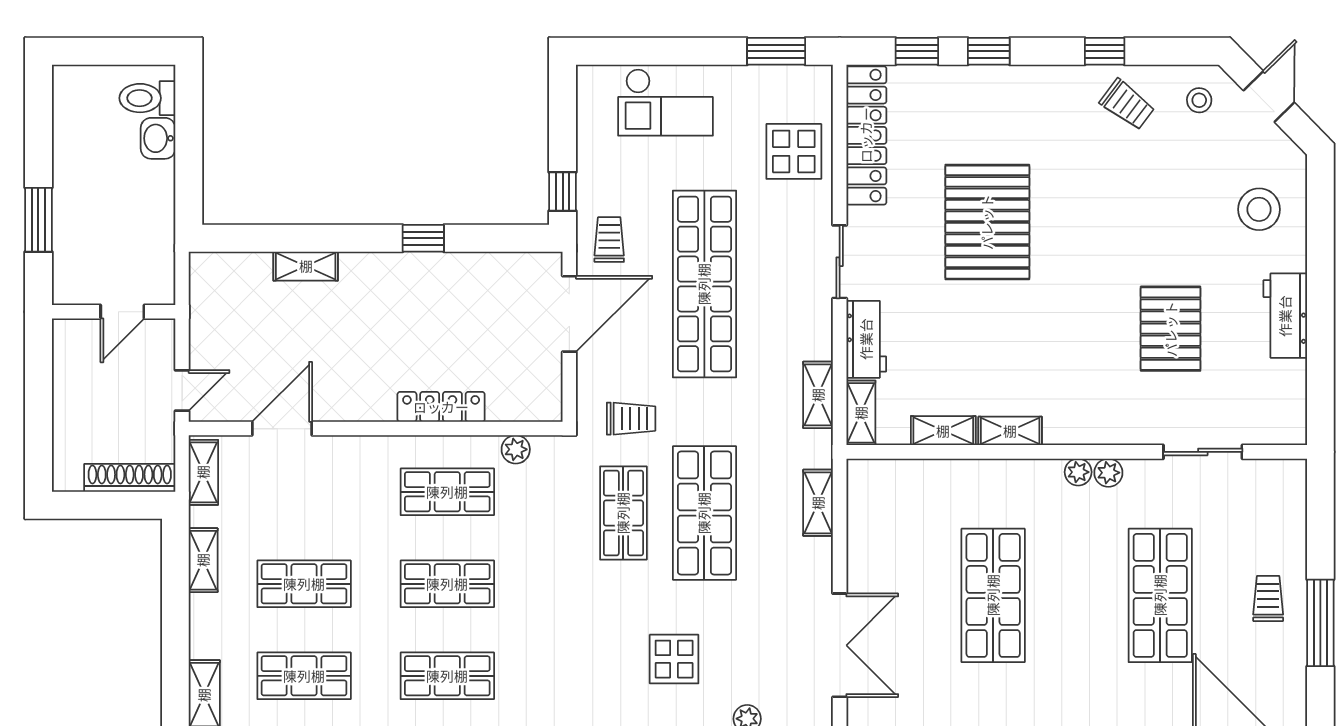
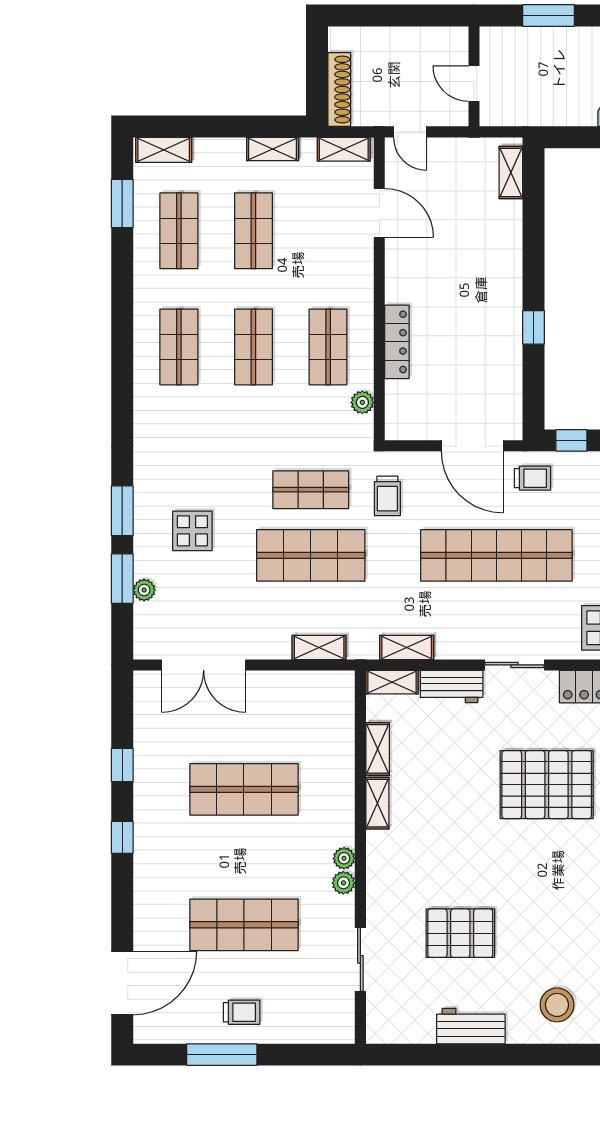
shelving: (306, 266) -> (511, 172), moved

